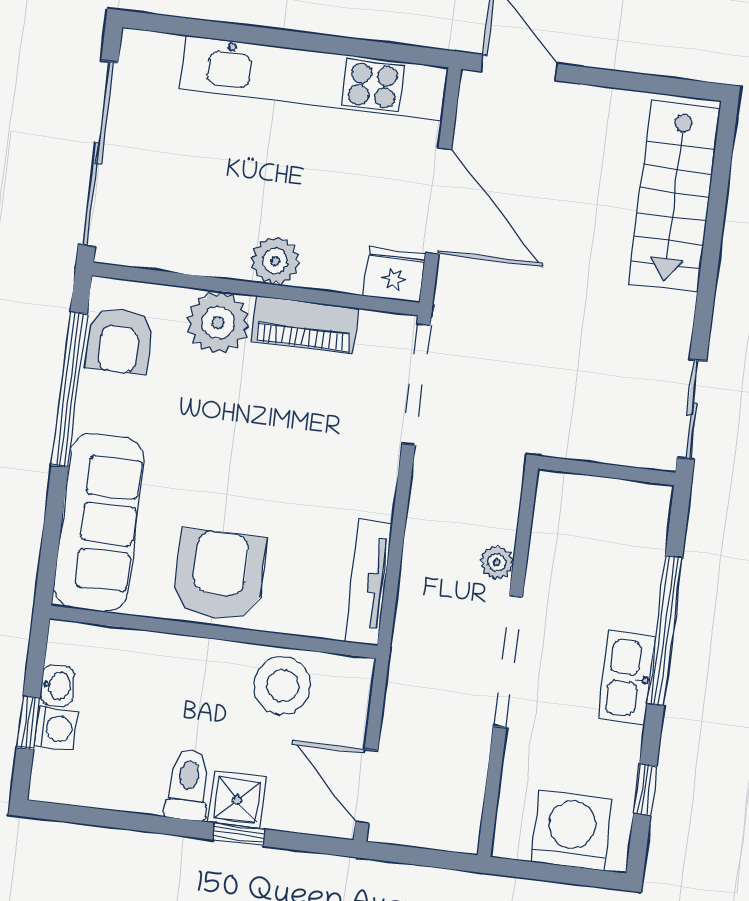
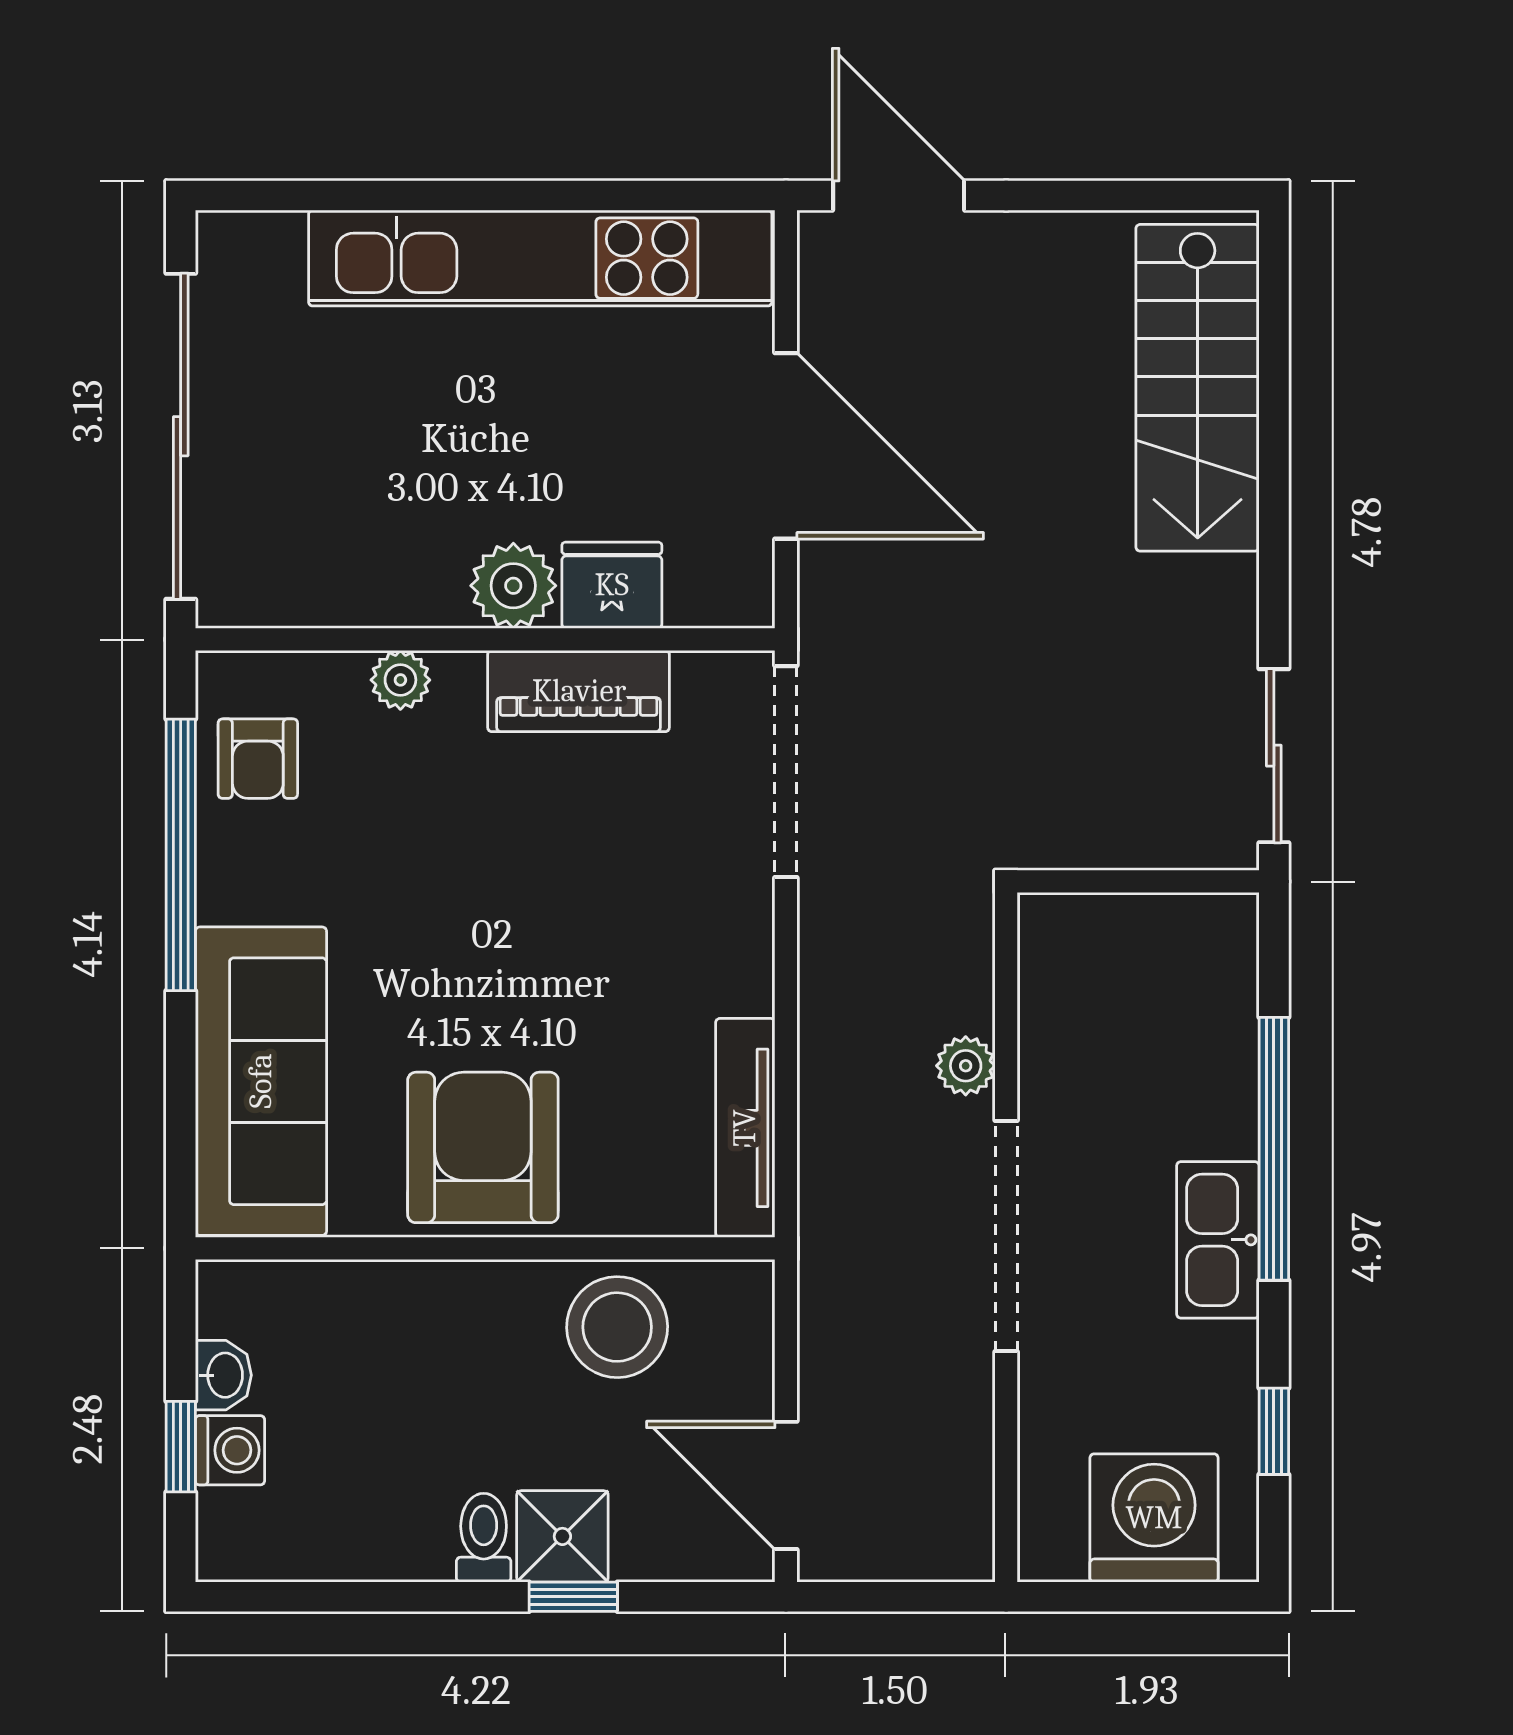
fridge: (394, 275) -> (612, 585), moved
plant: (218, 322) -> (400, 680), width x0.53, depth x0.53
armchair: (119, 340) -> (258, 759), width x0.72, depth x0.72
toilet: (188, 785) -> (484, 1538), width x0.73, depth x0.72

